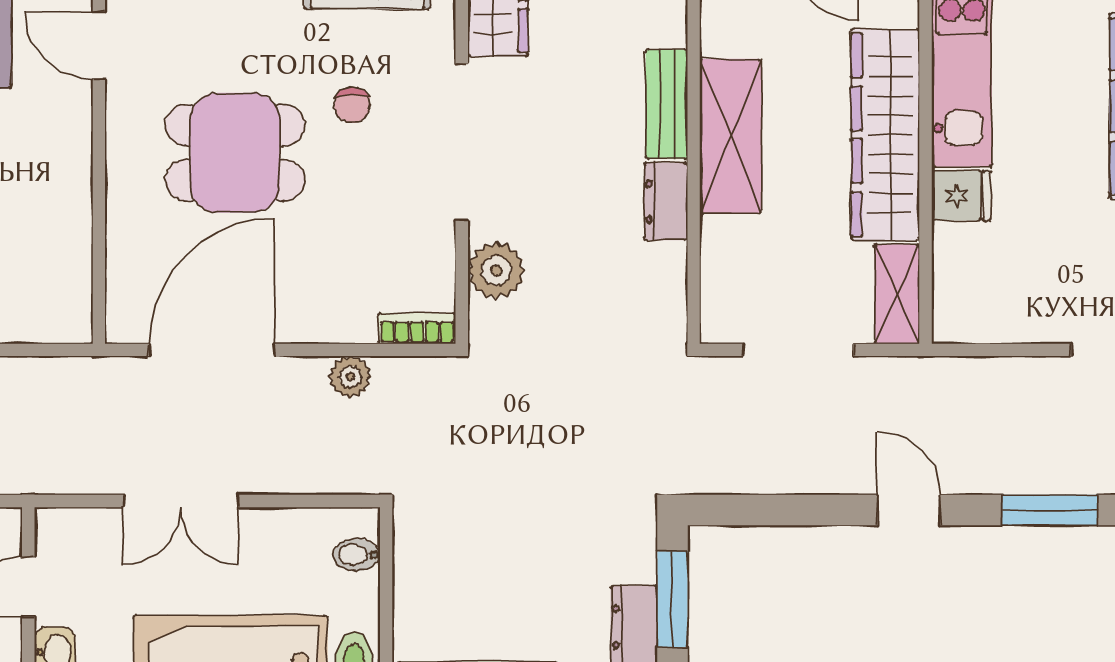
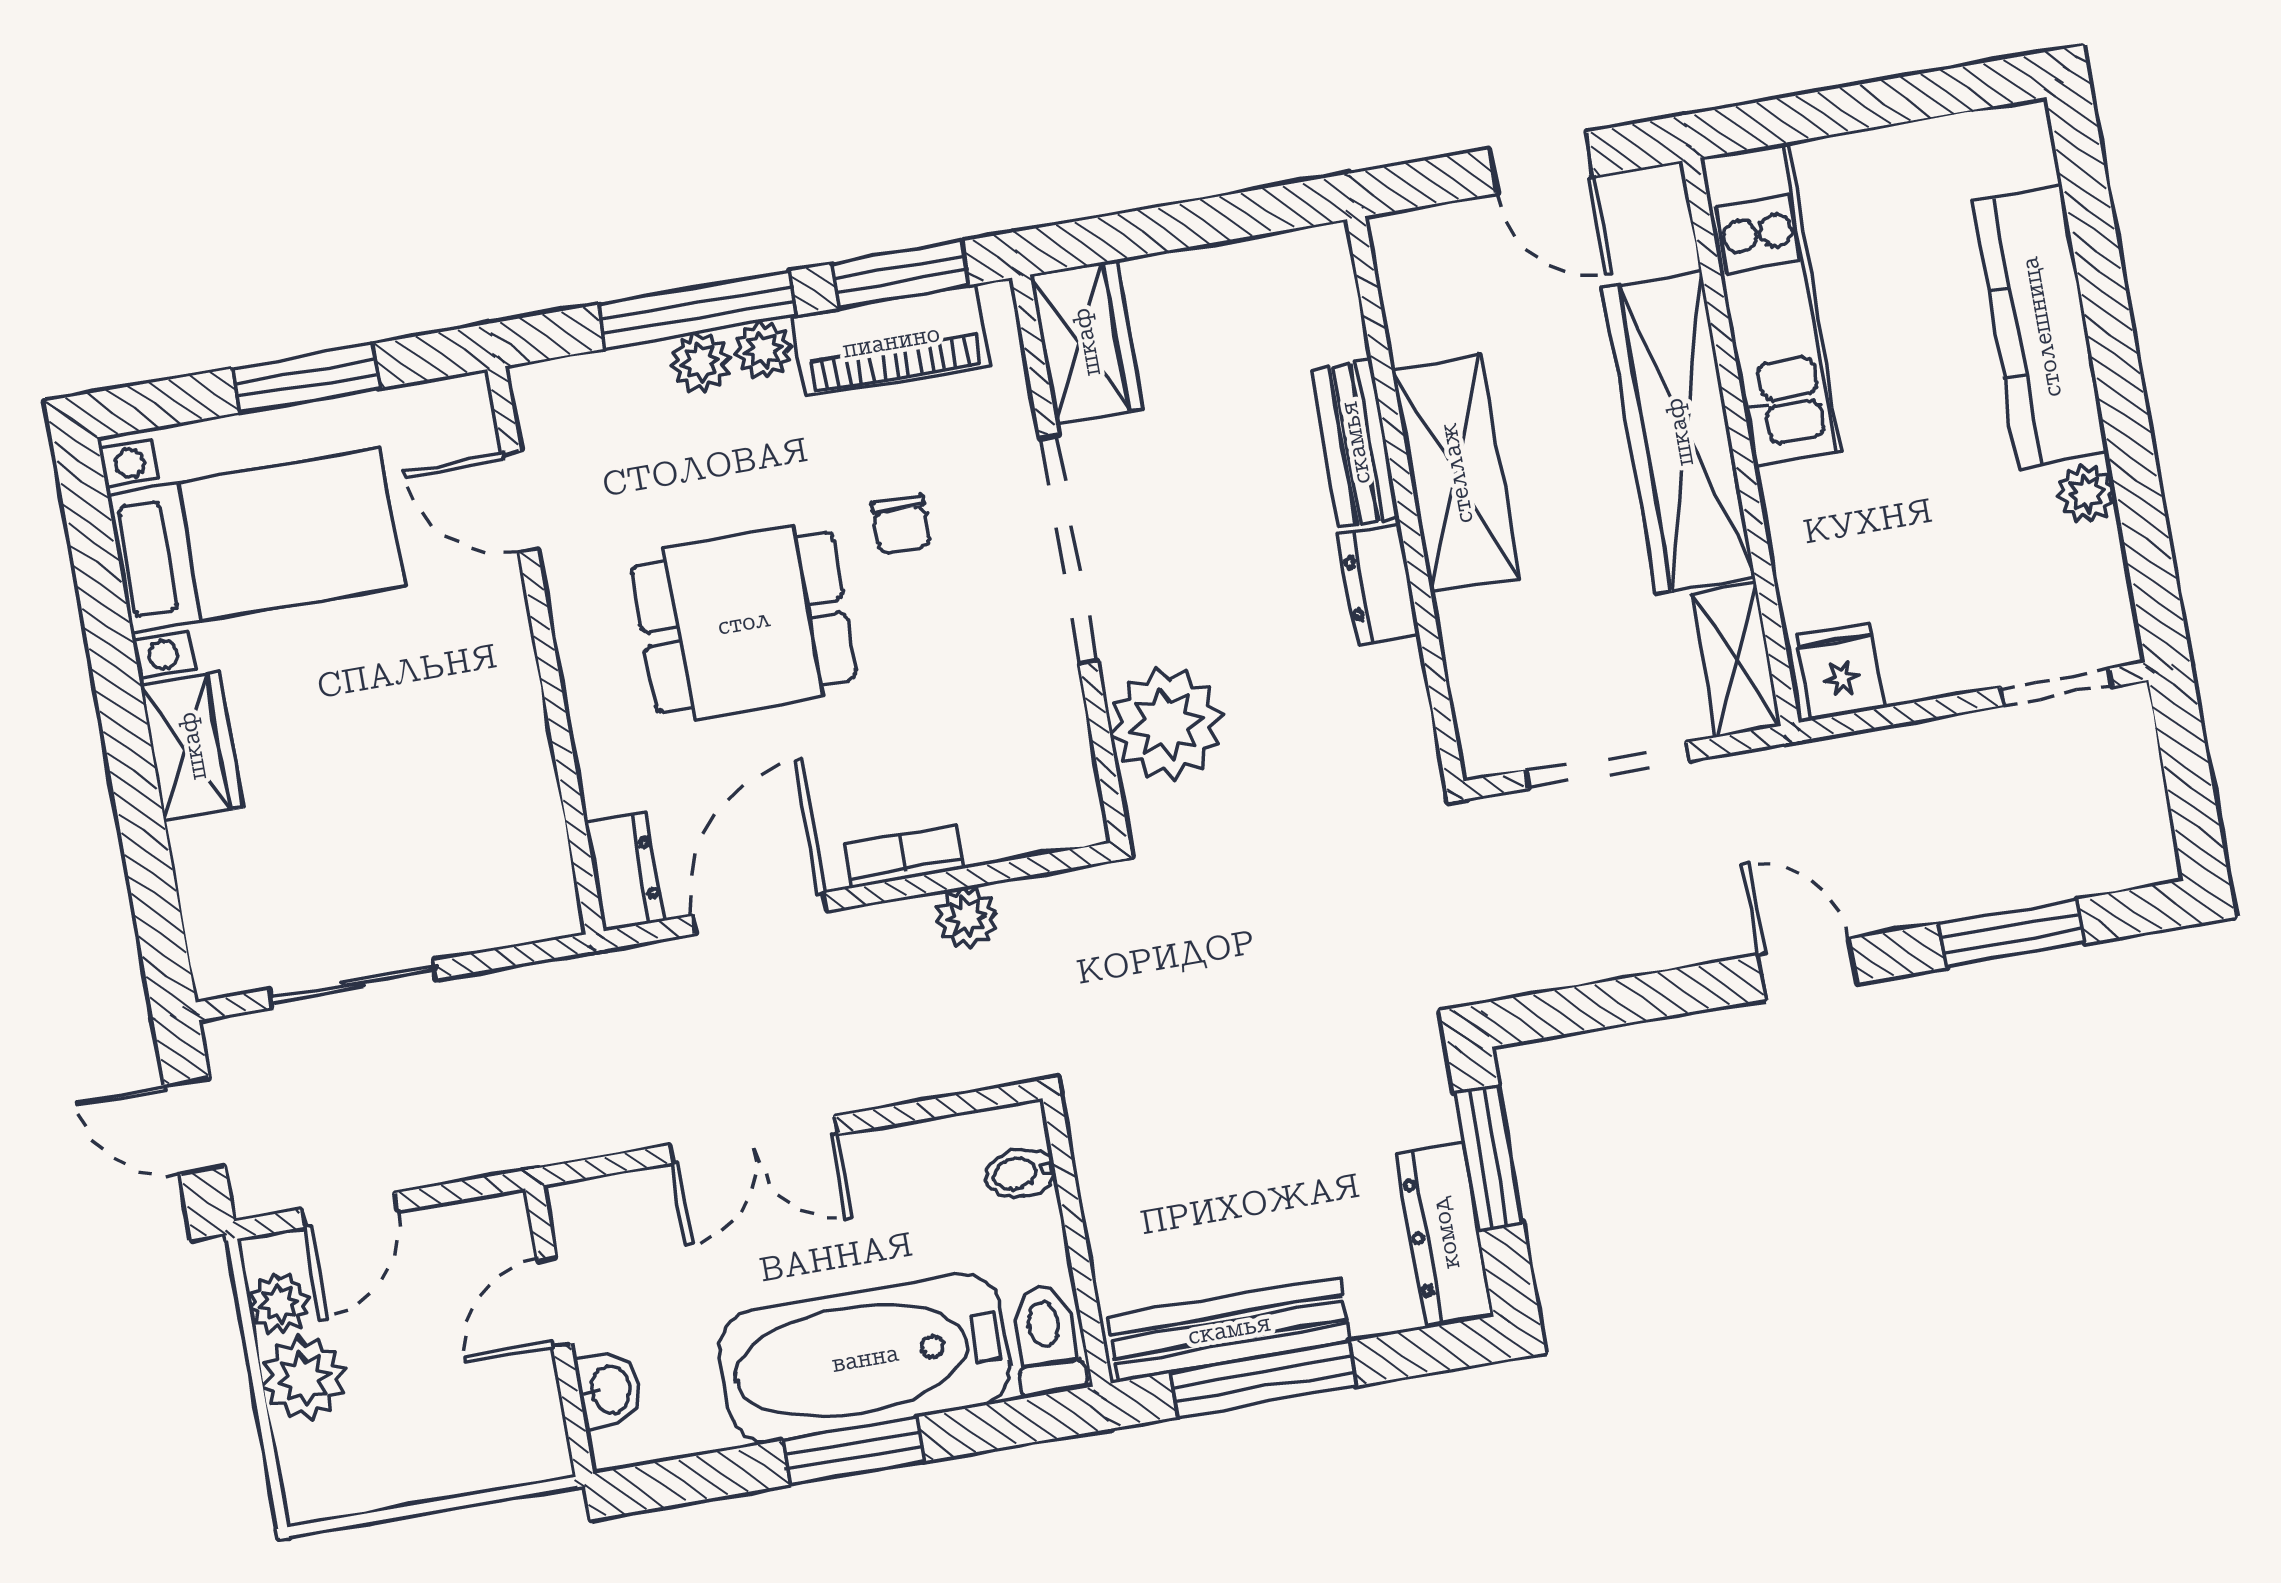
fridge: (961, 196) -> (1841, 671), moved, turned -90
plant: (496, 271) -> (1166, 724), width x1.36, depth x1.36
dresser: (126, 306) -> (625, 871), added
bookcase: (417, 328) -> (905, 856), moved
door: (212, 350) -> (760, 913), width x0.73

